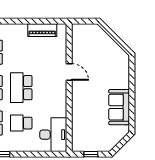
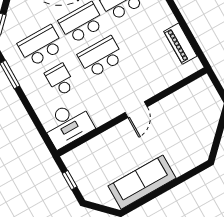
door: (69, 72) -> (136, 110), moved
sofa: (119, 107) -> (142, 182), width x1.36

